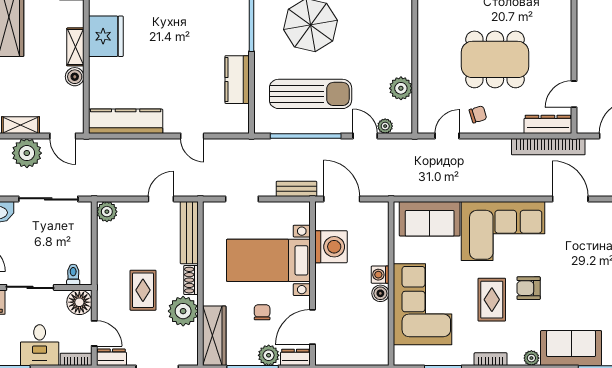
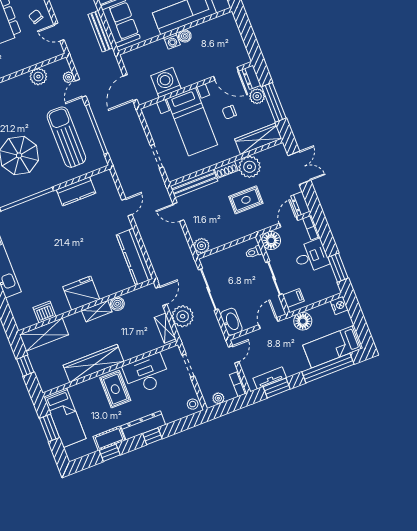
bench: (296, 189) -> (100, 31), moved, width x1.36

